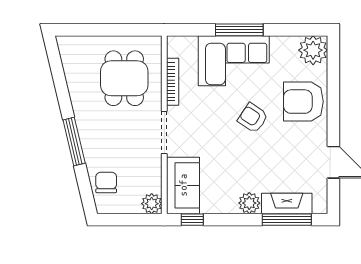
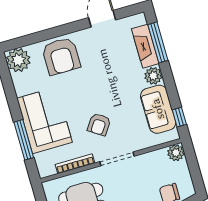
window: (239, 30) -> (24, 140), moved
armchair: (253, 118) -> (99, 124), moved
sofa: (183, 185) -> (158, 109), moved, turned -90

